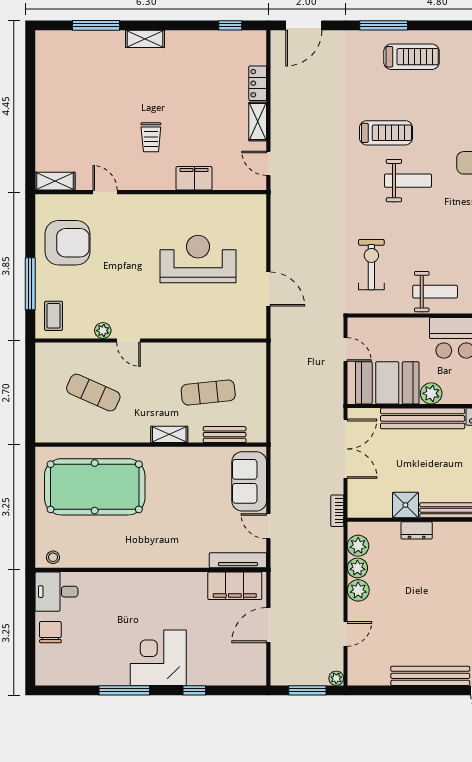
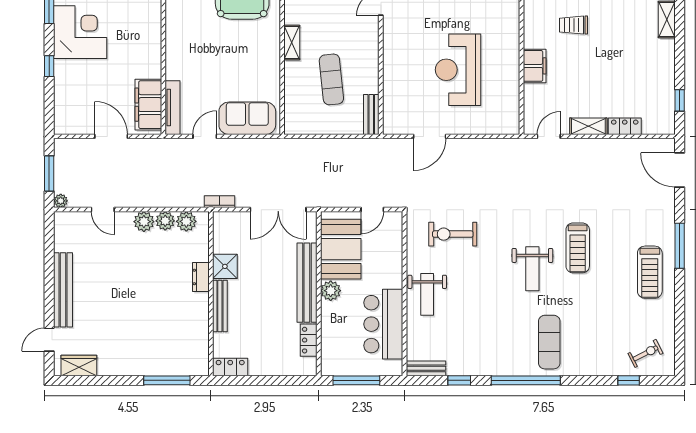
reception desk: (198, 259) -> (458, 70), turned 180
exercise bike: (371, 265) -> (453, 234), turned 180
bench: (225, 435) -> (371, 114), moved

